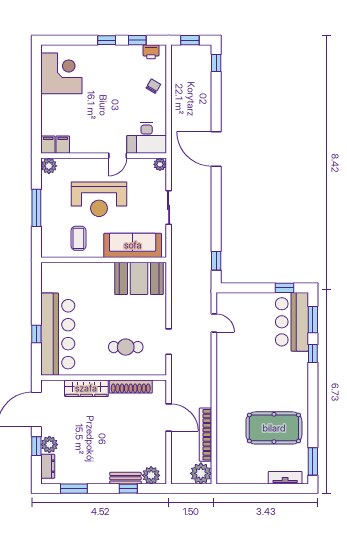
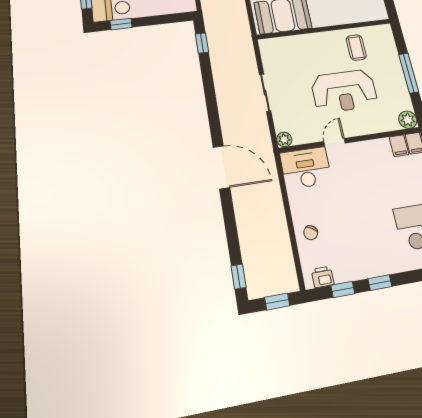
reception desk: (99, 199) -> (344, 91), turned 180
sofa: (133, 245) -> (297, 47), removed

